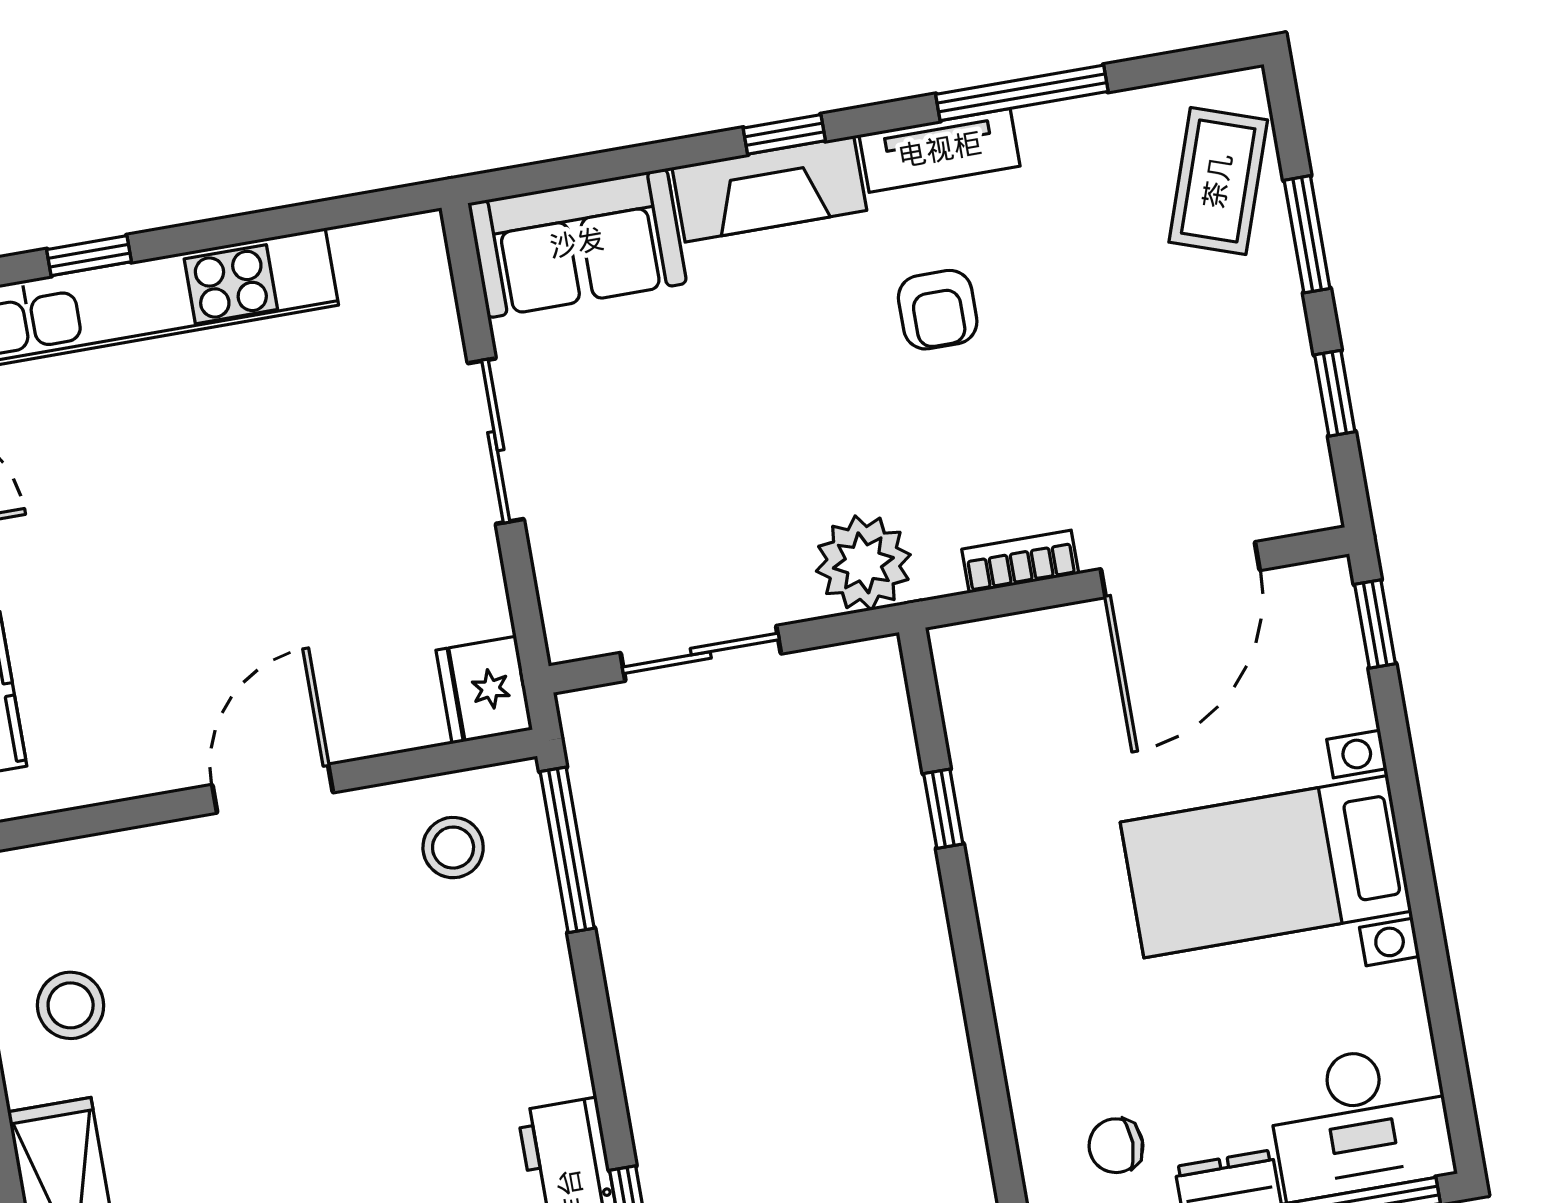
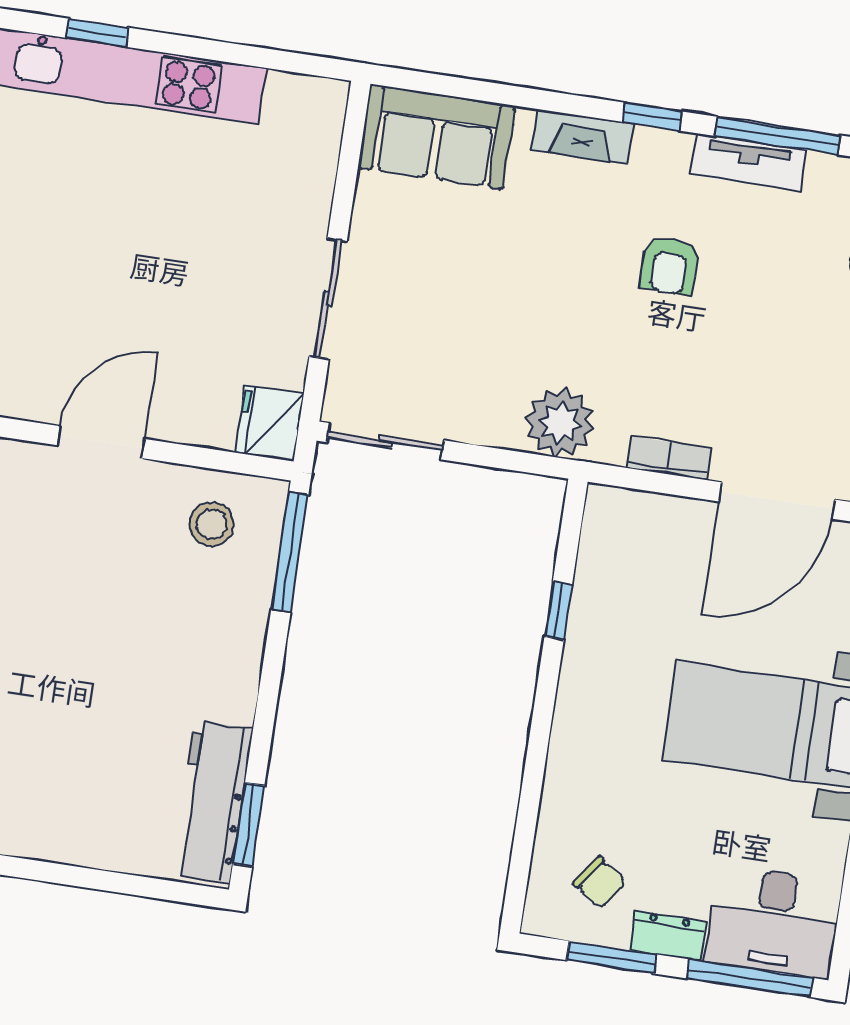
window: (784, 134) -> (653, 117), moved
tv unit: (940, 150) -> (748, 162), moved
fireplace: (769, 189) -> (582, 137), width x0.73, depth x0.76
sliding door: (496, 441) -> (328, 299), moved
sliding door: (701, 653) -> (385, 441), moved
chair: (1116, 1146) -> (600, 882), turned -145

